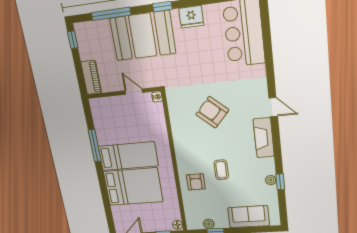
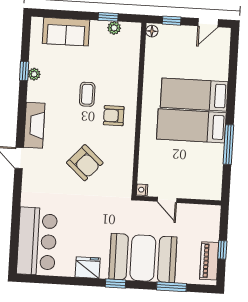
window: (111, 14) -> (172, 287), width x0.69
window: (73, 40) -> (222, 250), moved
piano: (91, 77) -> (209, 261), moved
armchair: (196, 182) -> (114, 116), moved, turned -90
bed: (133, 187) -> (194, 95), width x0.67

